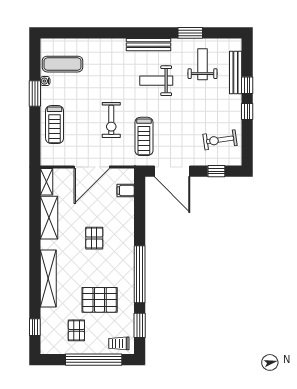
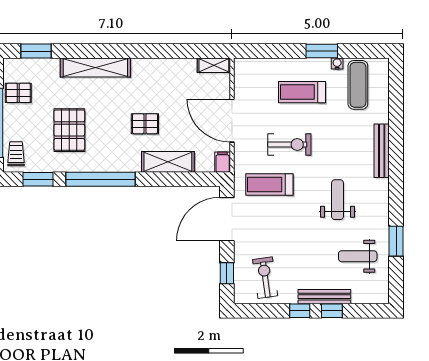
bench: (149, 45) -> (382, 151), moved
weight bench: (203, 64) -> (358, 256), turned 180
bench: (236, 73) -> (324, 297), moved
exercise bike: (111, 120) -> (289, 144), turned 180
treadmill: (55, 124) -> (302, 92), moved
filing cabinet: (126, 190) -> (223, 162), moved
shelving: (49, 218) -> (168, 162), moved
window: (35, 327) -> (36, 51), width x1.50
pallet: (76, 330) -> (18, 93), moved

